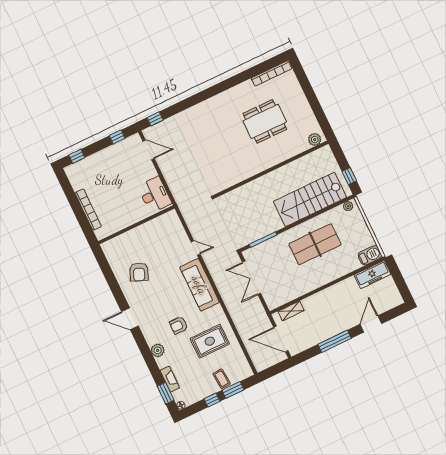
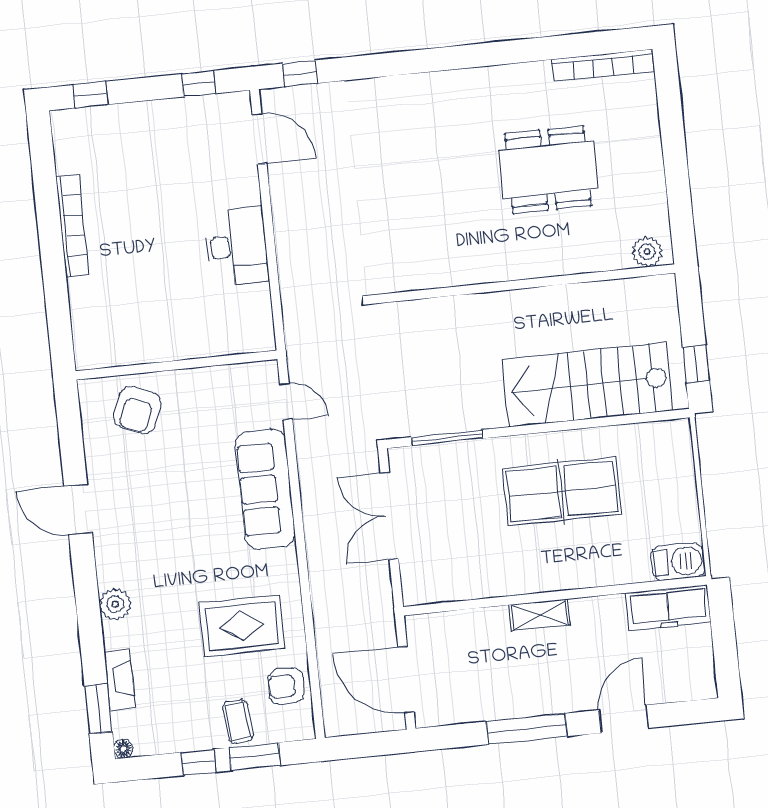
plant: (348, 206) -> (669, 431), removed
wall: (136, 225) -> (177, 365), moved
shelving: (291, 311) -> (539, 615), moved
armchair: (179, 325) -> (286, 686), moved

